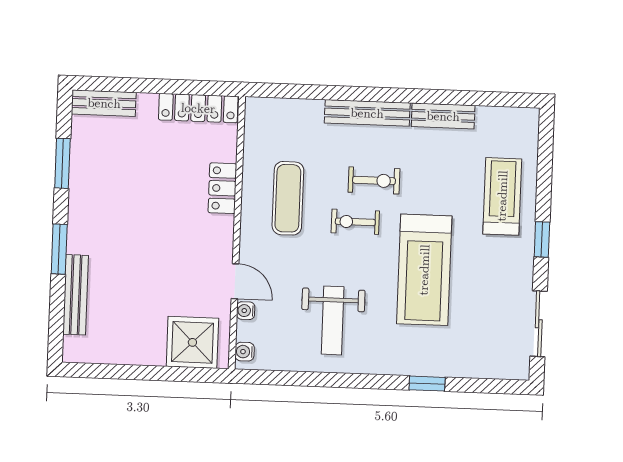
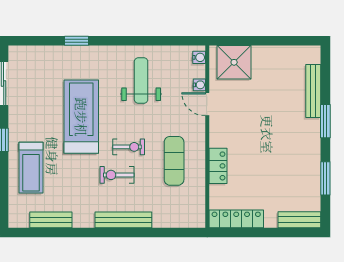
bench: (443, 116) -> (51, 220), moved

